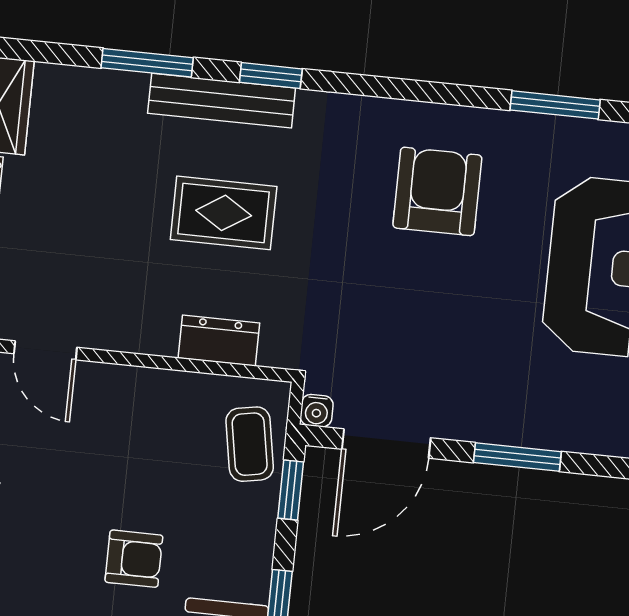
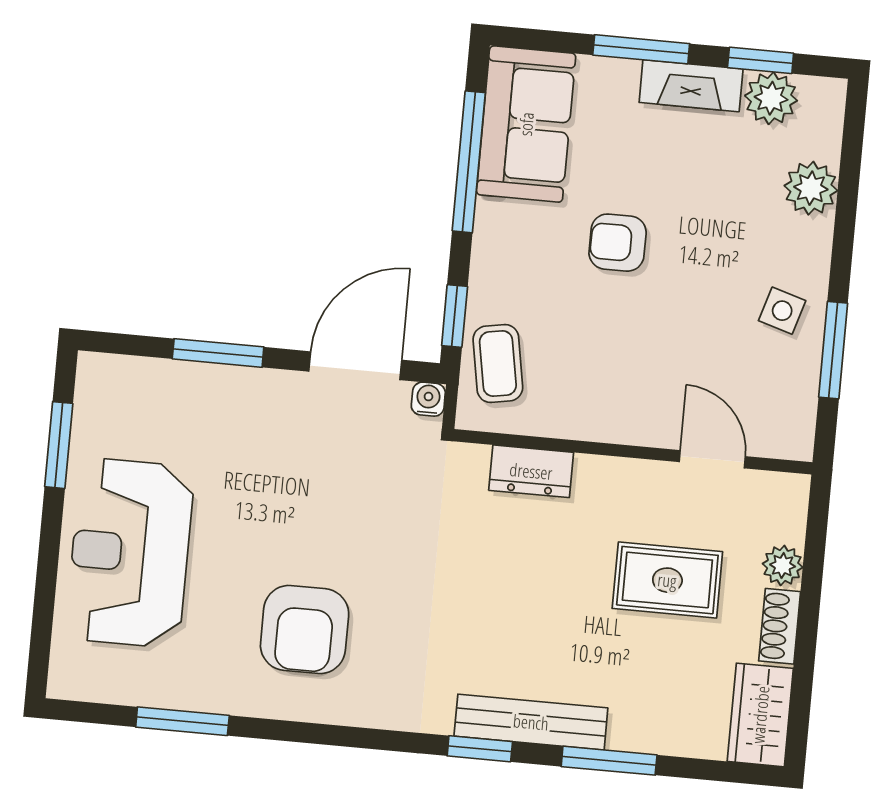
rug: (224, 213) -> (667, 580), moved

